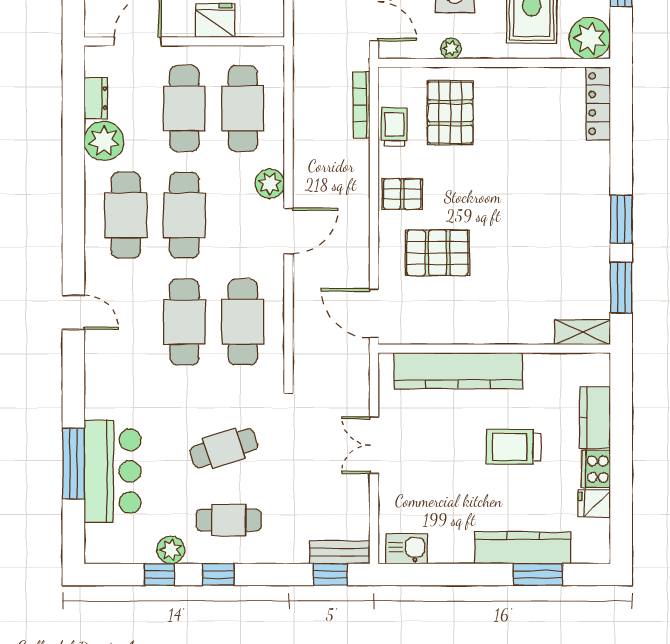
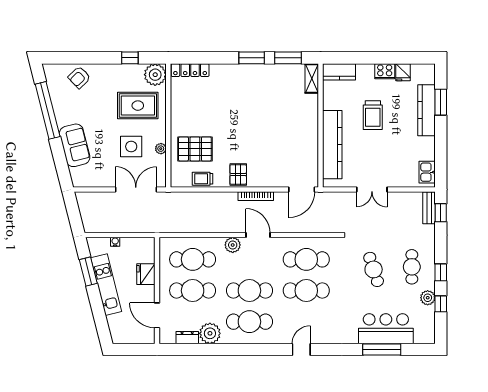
bookcase: (362, 105) -> (256, 196), moved
pallet: (438, 253) -> (270, 156), removed
kitchen counter: (595, 418) -> (339, 72), moved

